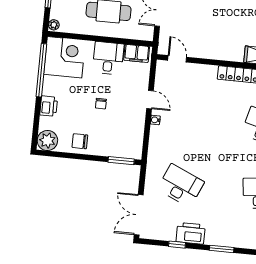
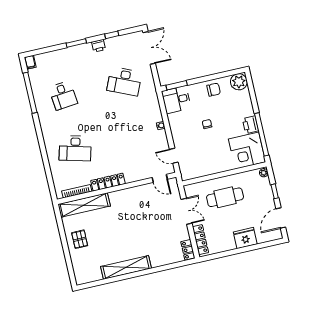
filing cabinet: (137, 53) -> (192, 172), removed
desk: (108, 58) -> (176, 100), moved, turned 90
door: (150, 100) -> (174, 156), moved
printer: (49, 106) -> (250, 125), moved
printer: (191, 233) -> (99, 46), width x0.53, depth x0.68

